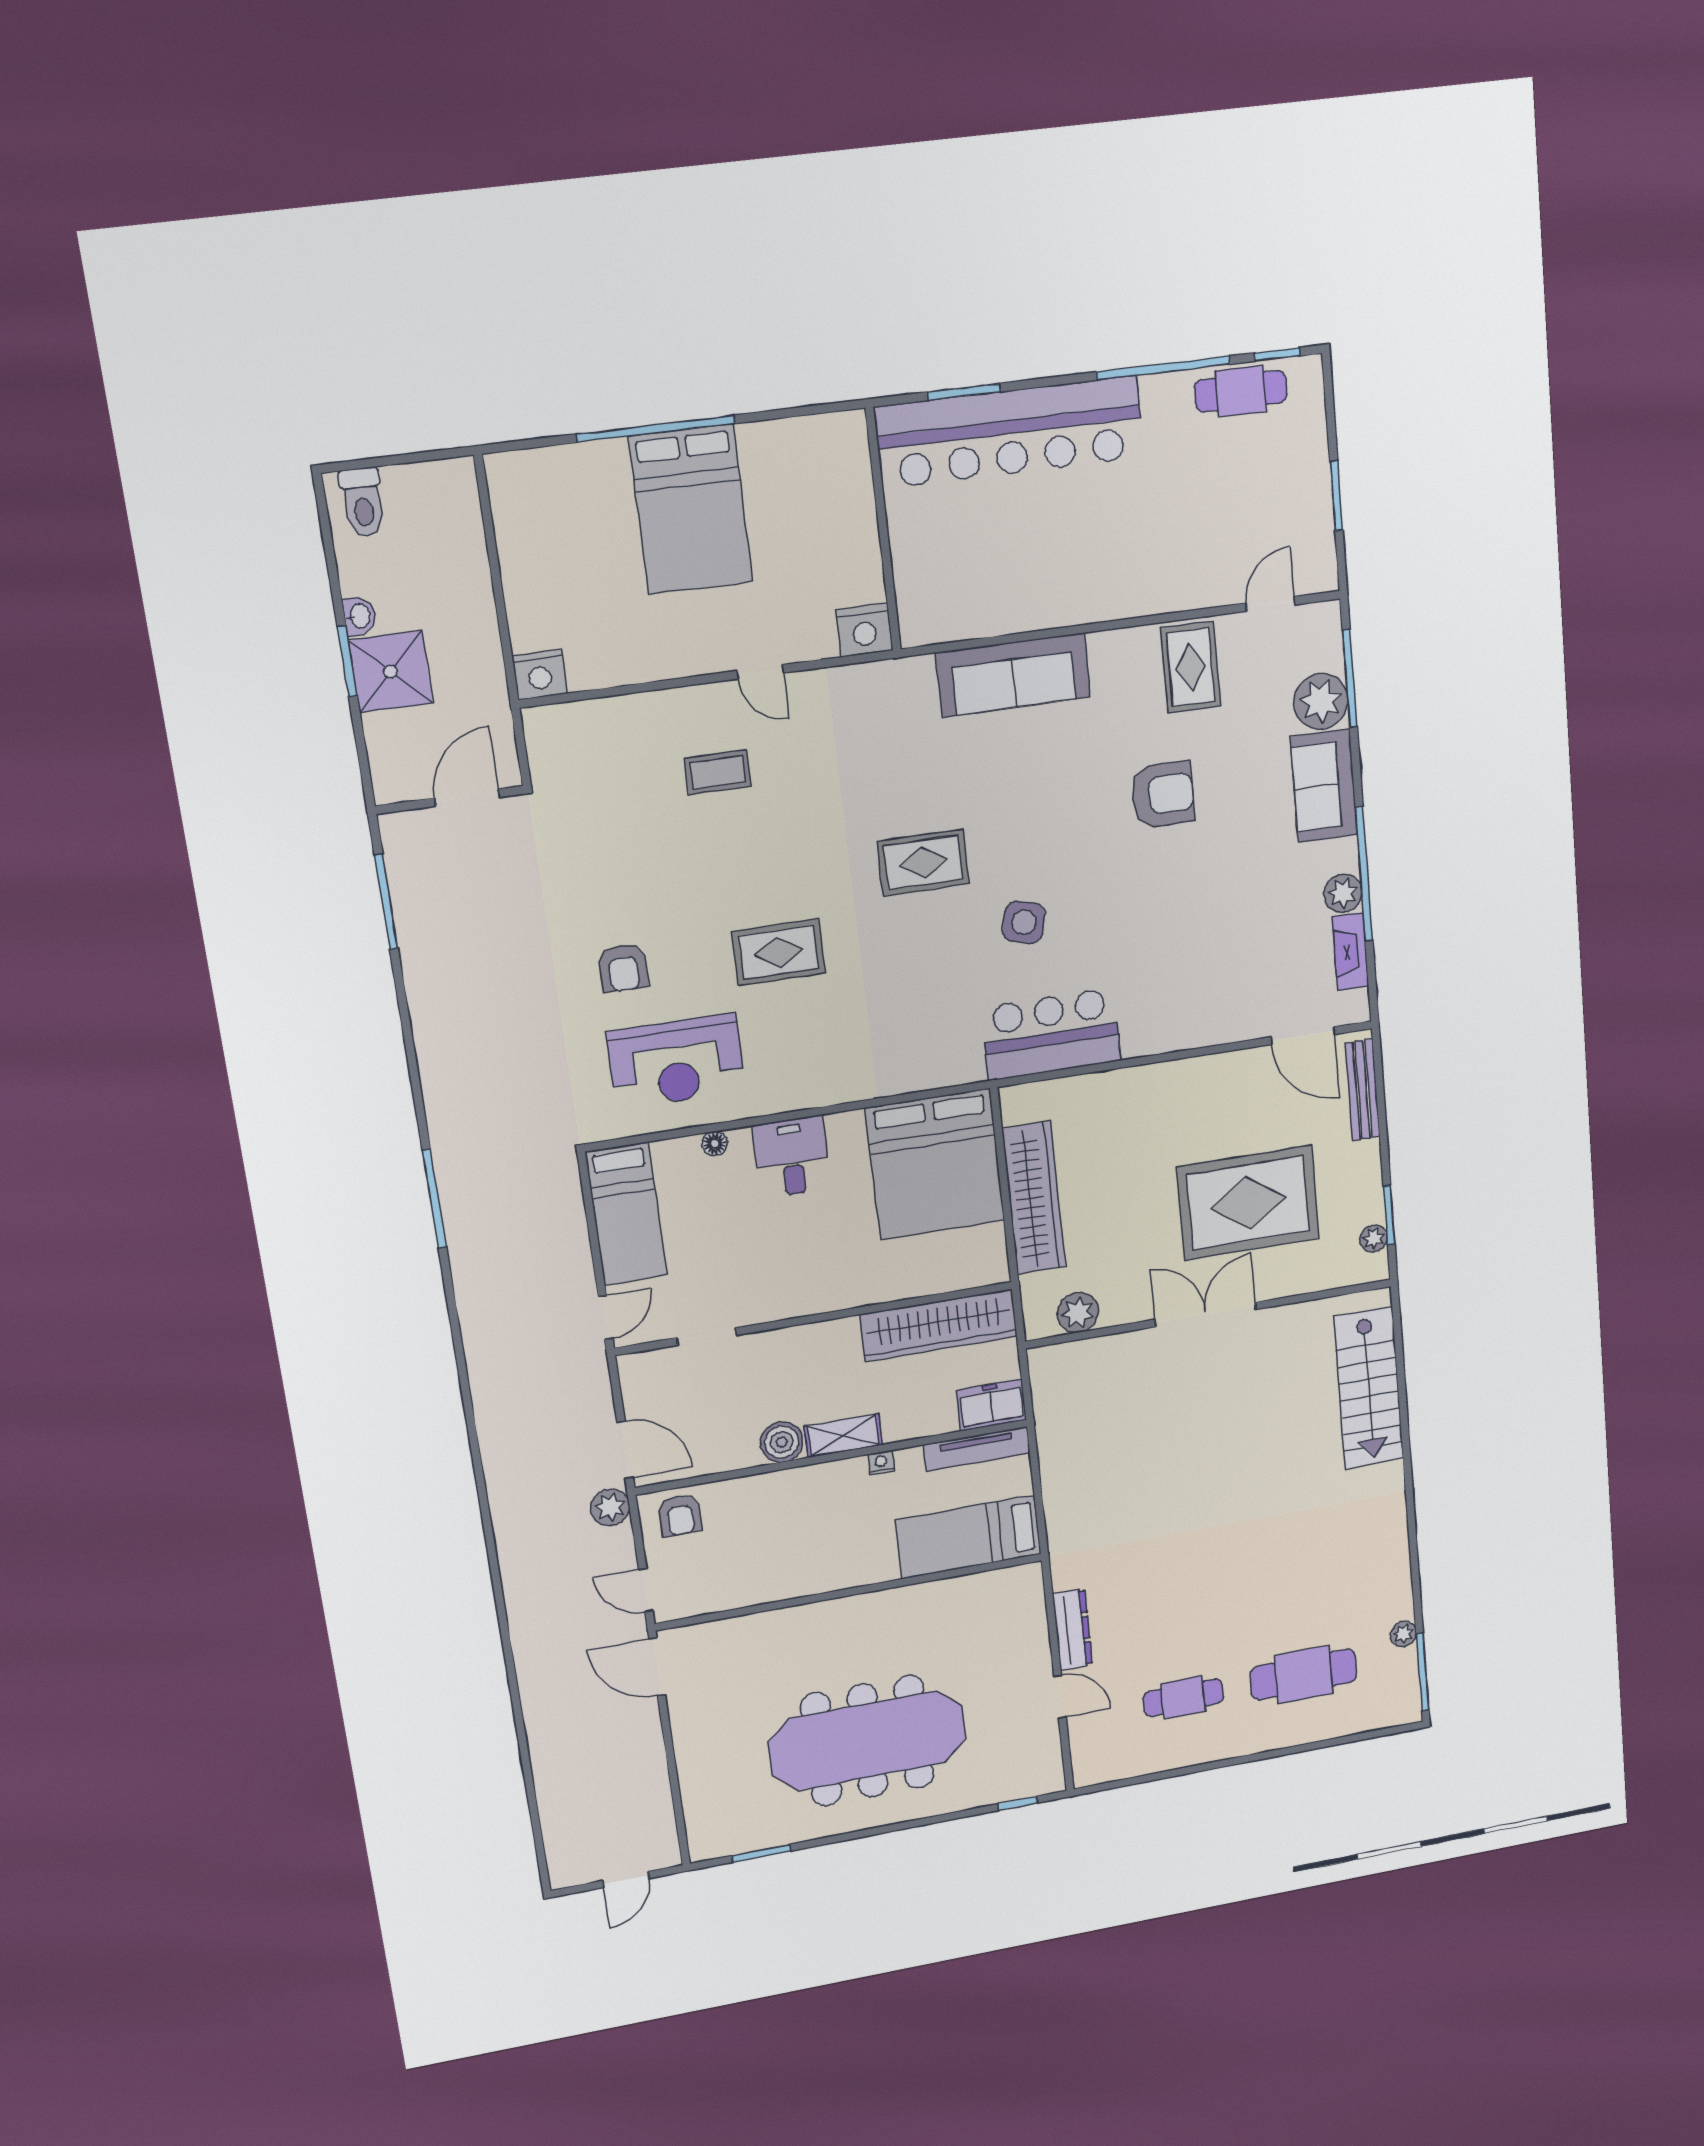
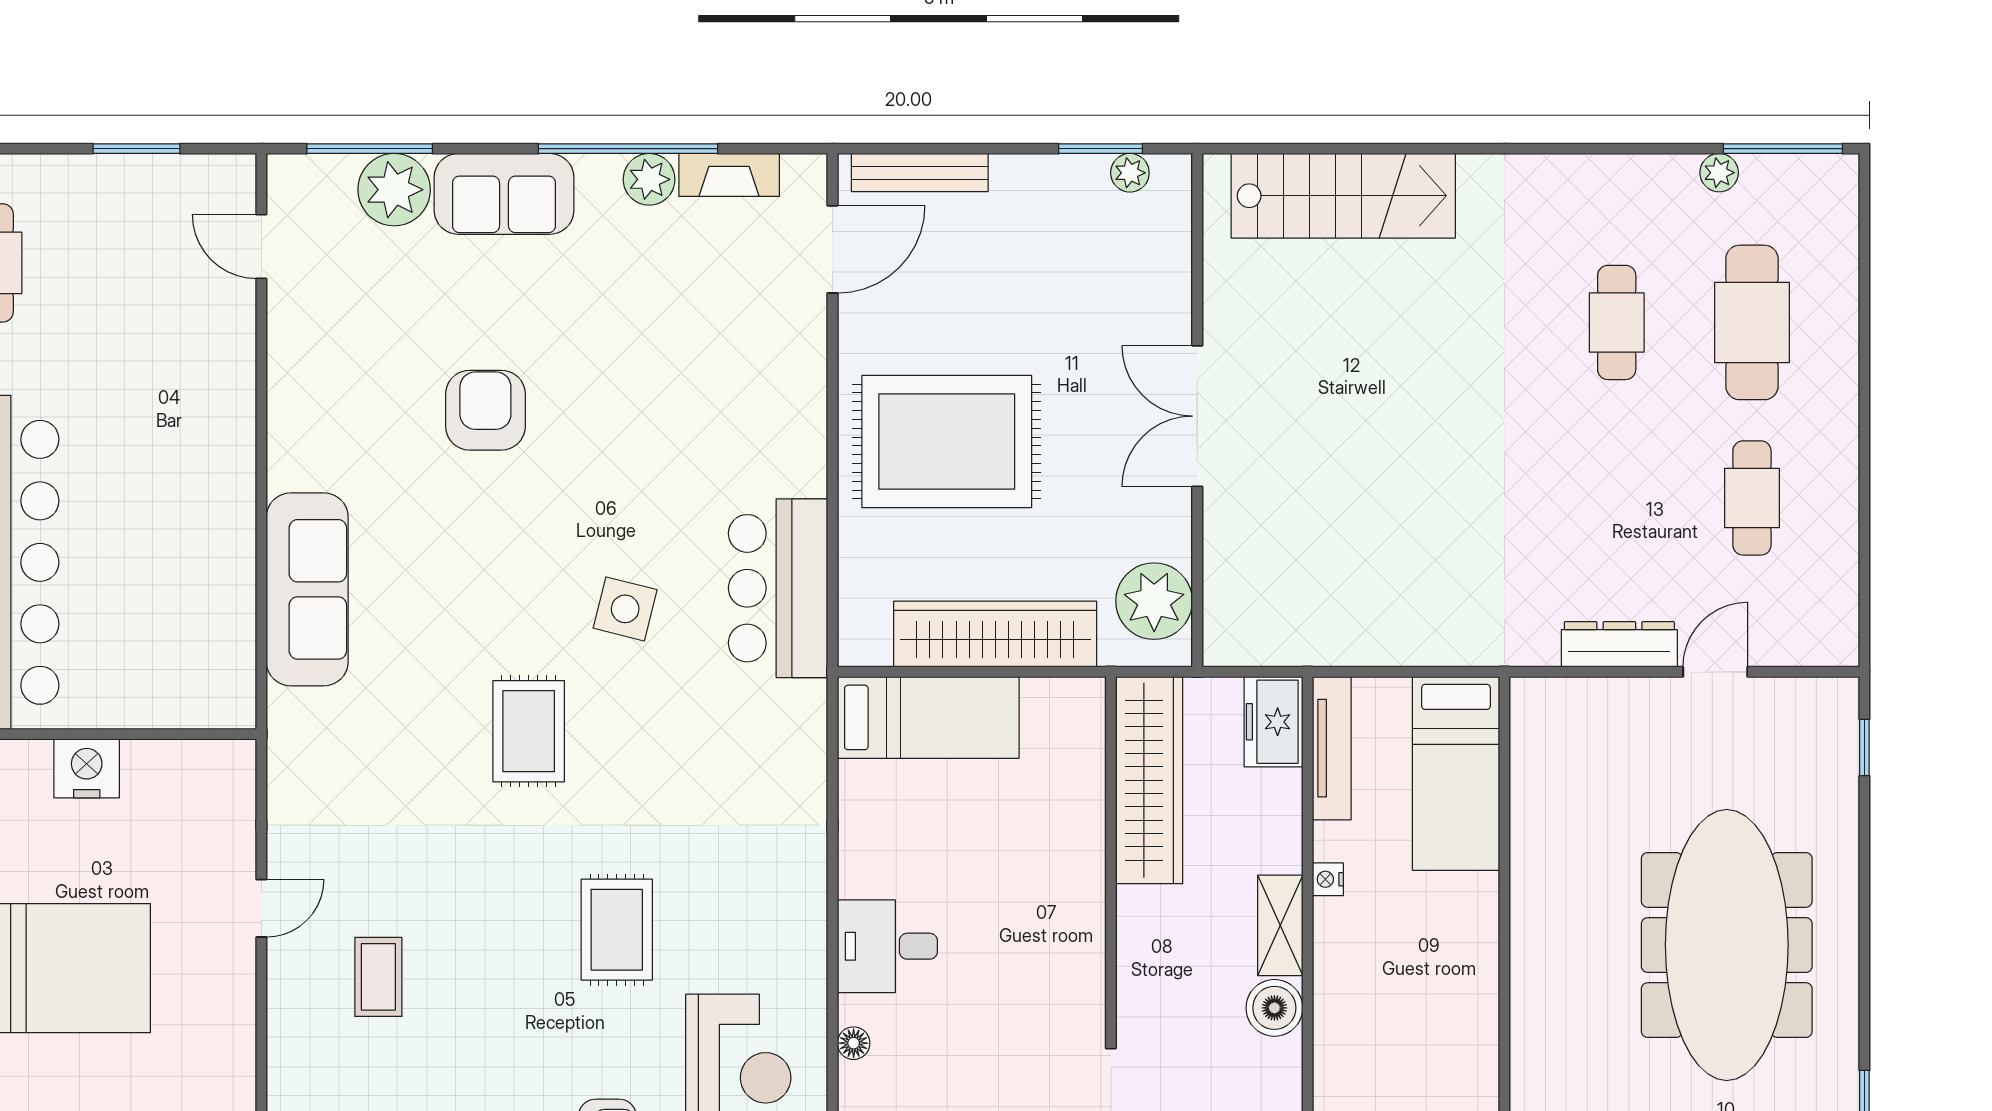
nightstand: (865, 630) -> (87, 768), moved, turned -90
rug: (1191, 667) -> (328, 358), removed
bed: (935, 1164) -> (928, 717), width x0.49
rug: (1248, 1203) -> (947, 441), moved, turned 90
plant: (1078, 1313) -> (1154, 601), width x1.36, depth x1.36
cafe table: (1296, 1586) -> (1617, 322), added

